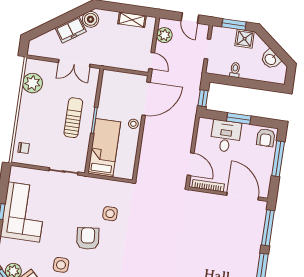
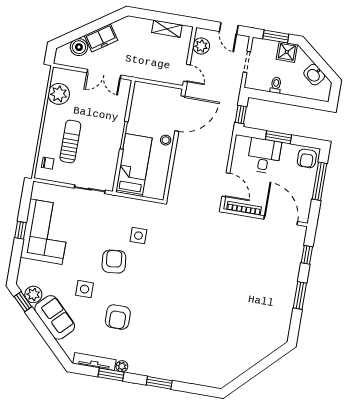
boiler: (91, 19) -> (79, 47), moved
sun lounger: (73, 118) -> (70, 141), moved
window: (268, 228) -> (307, 255), width x0.46

